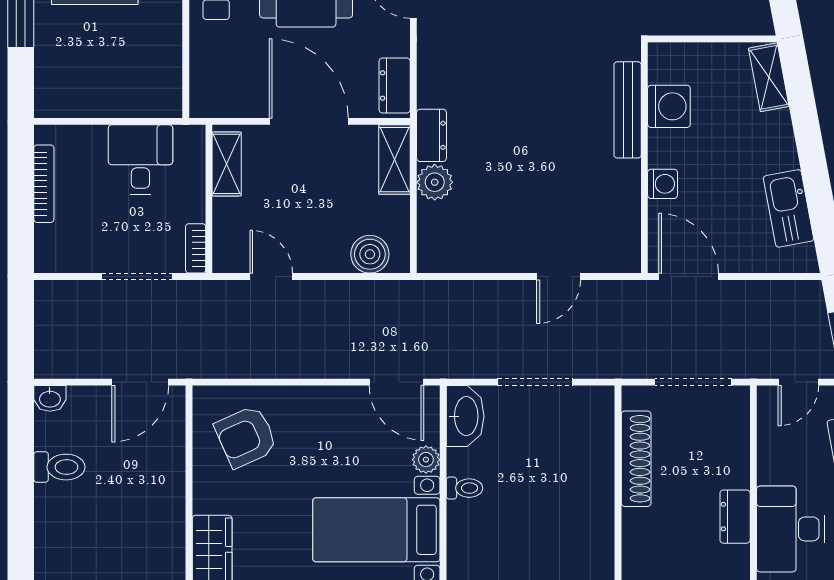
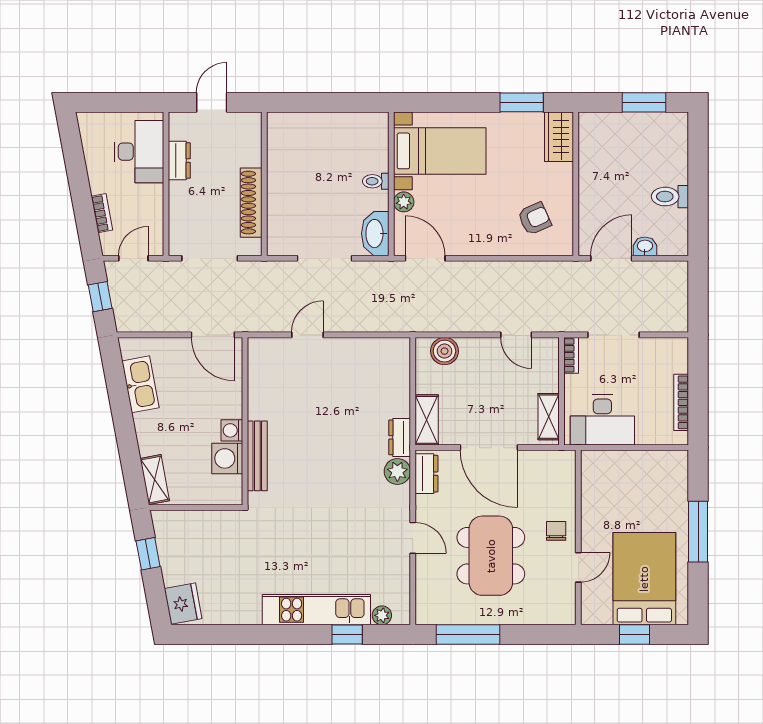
desk: (140, 159) -> (602, 420), width x1.37
plant: (435, 182) -> (397, 471), moved
washing machine: (663, 184) -> (232, 430), moved
washbasin: (50, 398) -> (645, 246), moved
armchair: (246, 437) -> (534, 219), width x0.72, depth x0.72

